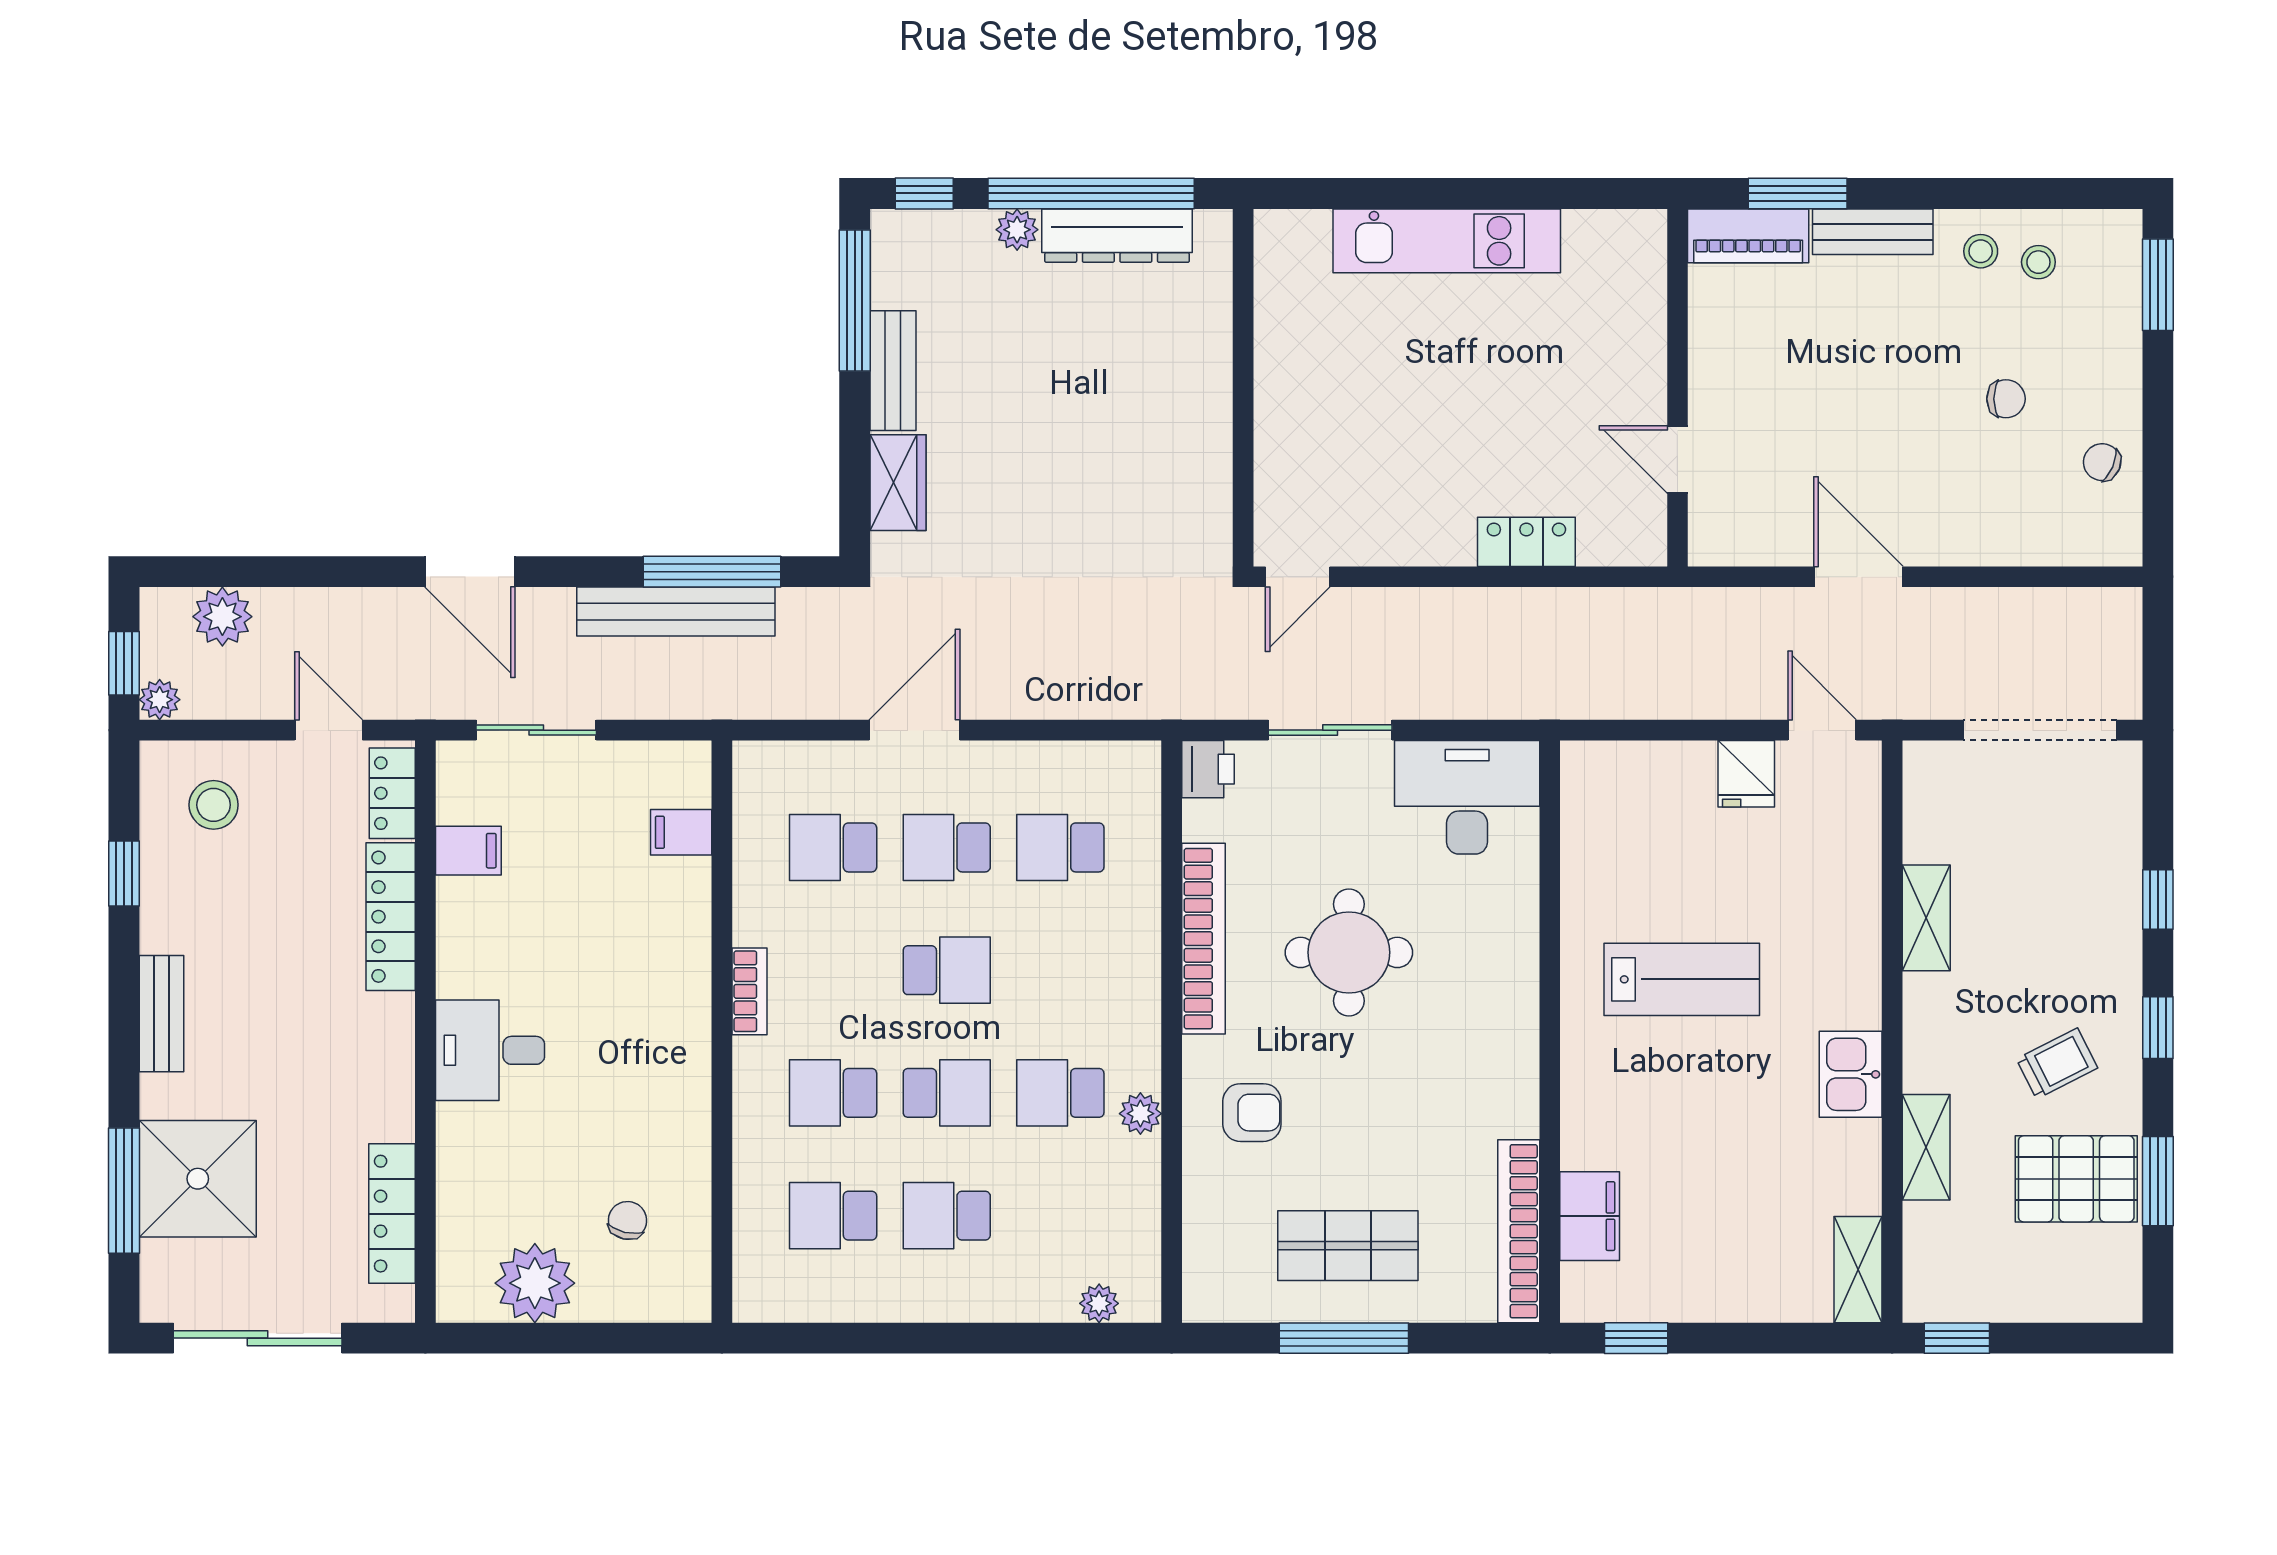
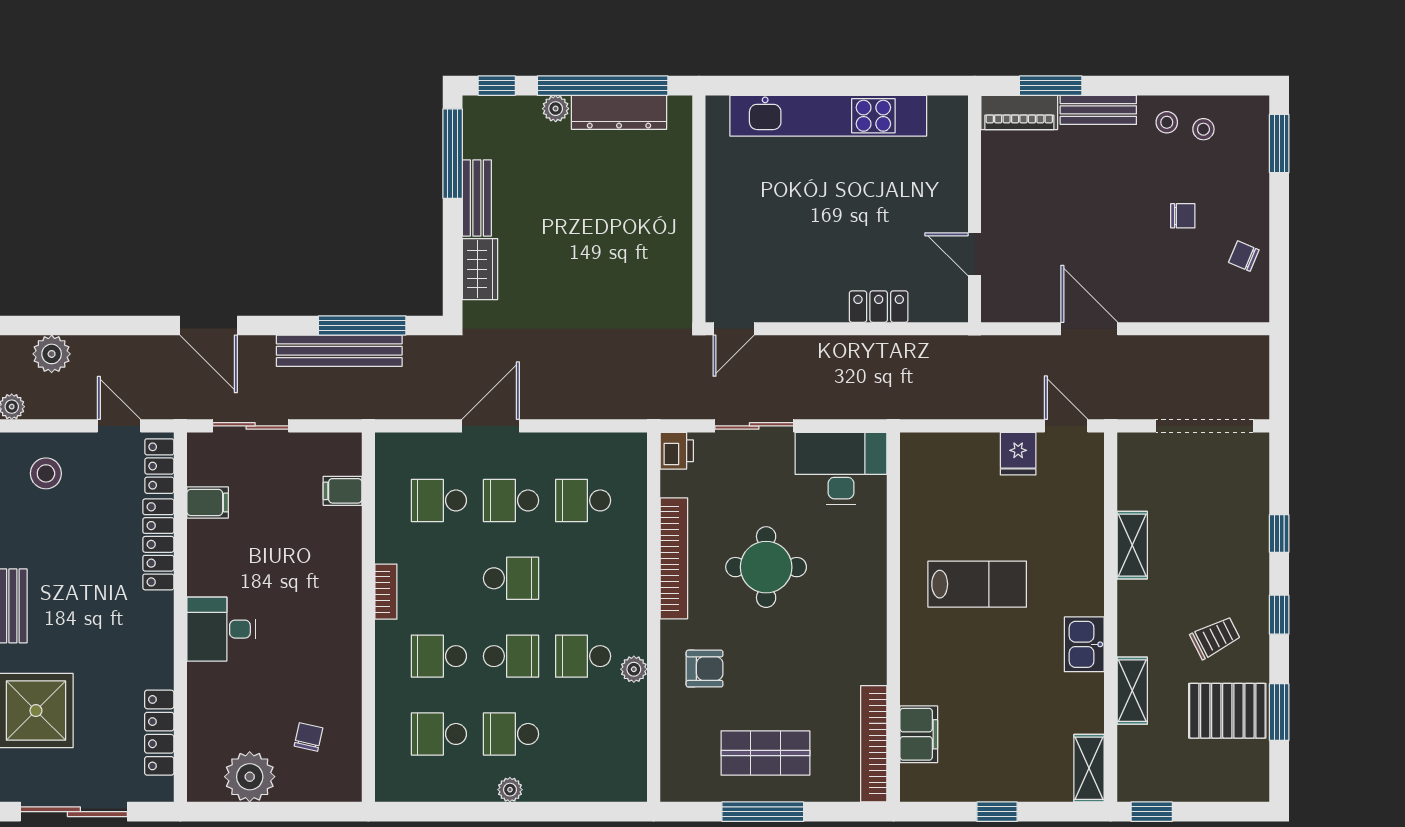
kitchen unit: (1447, 241) -> (828, 116), width x1.36
plant: (1099, 1303) -> (510, 790), moved
window: (1636, 1338) -> (997, 812), moved

